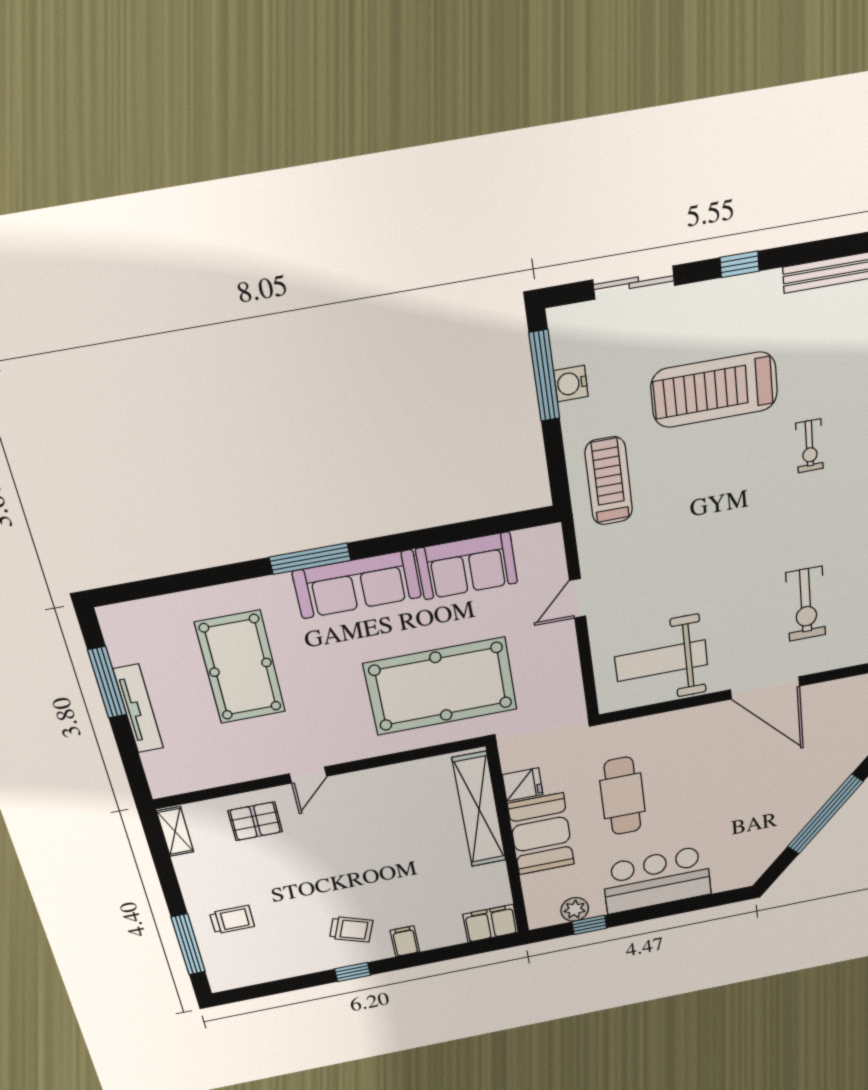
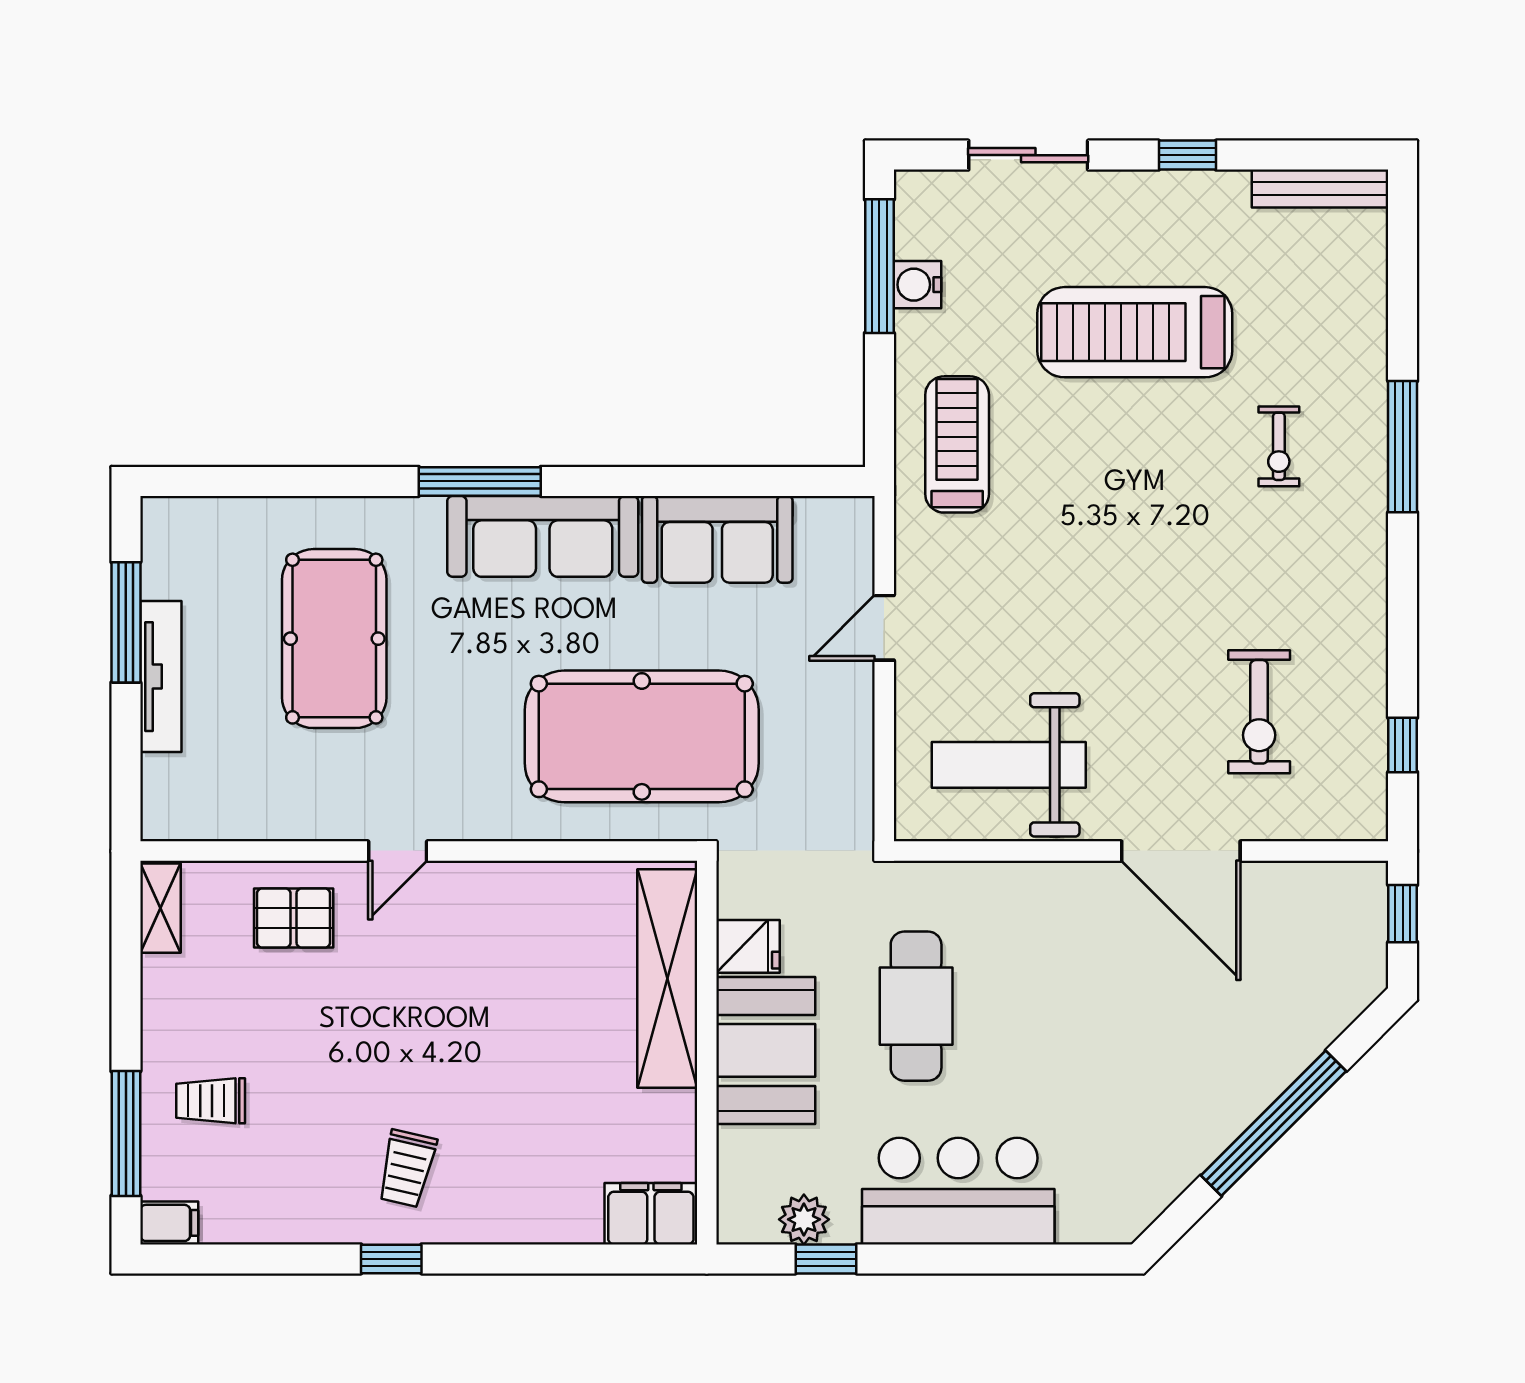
trolley: (232, 920) -> (211, 1101), turned 180
trolley: (351, 929) -> (407, 1169), turned 83
filing cabinet: (405, 941) -> (169, 1223), moved, turned 90

